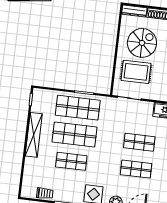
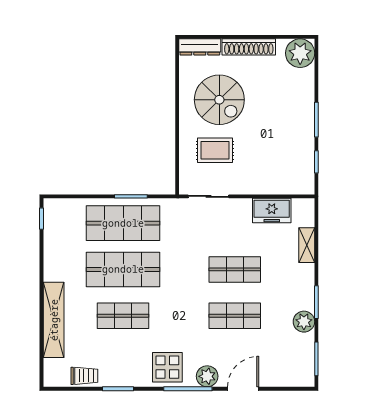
spiral stairs: (142, 43) -> (219, 100), turned 90
rug: (136, 72) -> (215, 150), width x0.73, depth x0.70
shelving: (34, 135) -> (54, 320), moved

